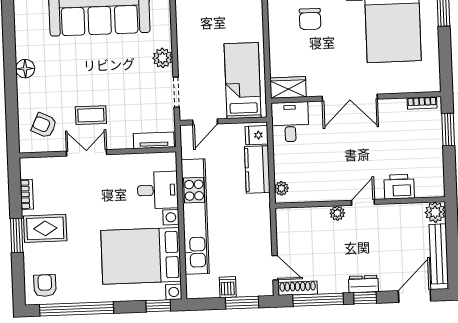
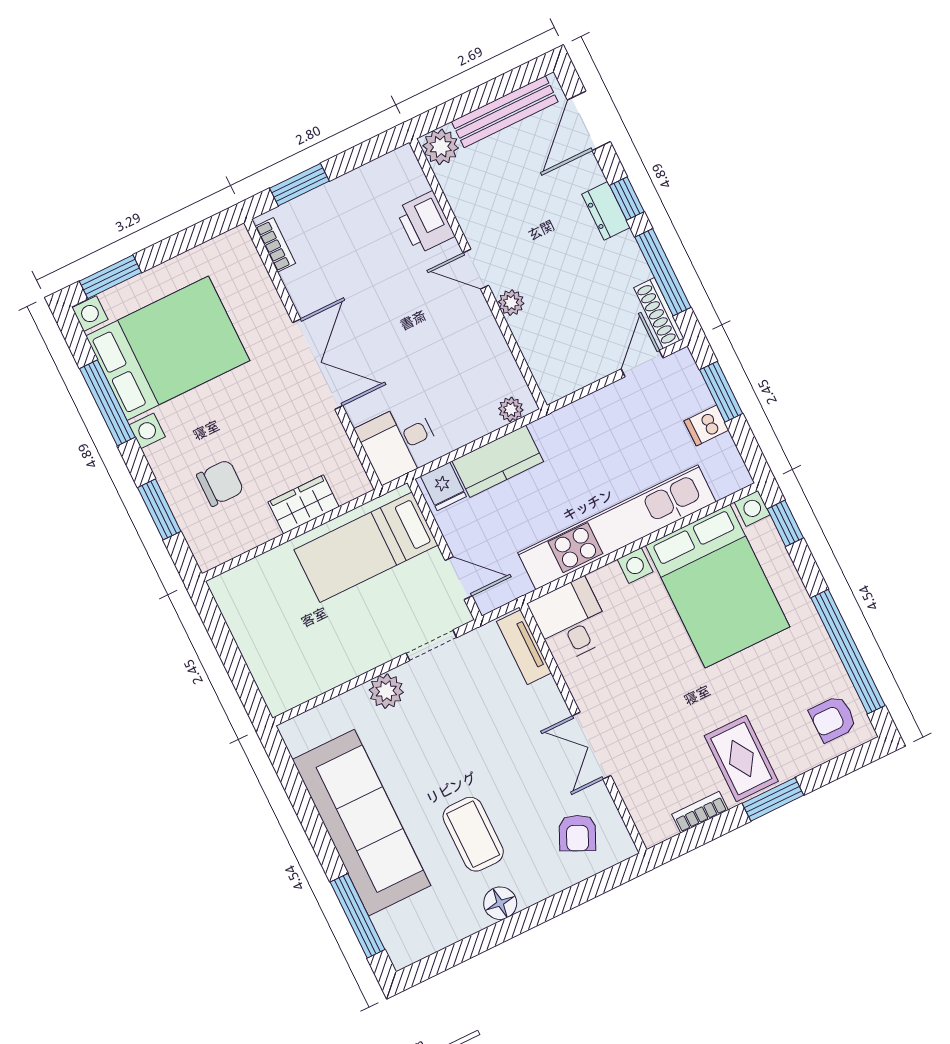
wardrobe: (288, 87) -> (304, 504), moved, turned 90
coffee table: (91, 115) -> (473, 834), moved, width x1.36, depth x1.30
desk: (158, 190) -> (571, 620), moved
door: (415, 296) -> (589, 121), hinge flipped

